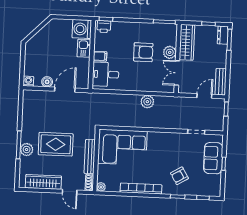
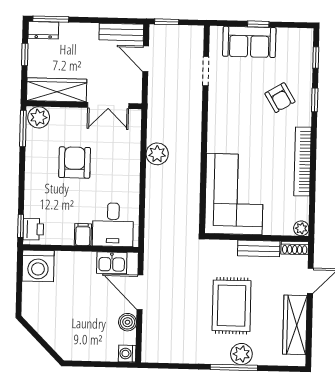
kitchen sink: (84, 48) -> (112, 263), moved
plant: (170, 52) -> (39, 117), moved
bench: (90, 157) -> (259, 248), width x0.73

